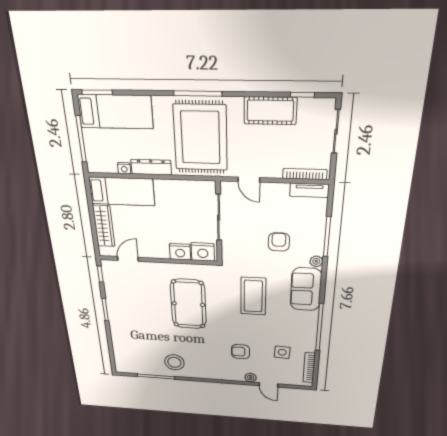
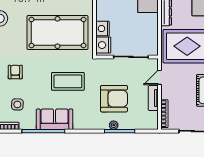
tv unit: (309, 190) -> (153, 98), moved
armchair: (279, 242) -> (114, 99), width x1.88, depth x1.88
plant: (316, 261) -> (114, 125), moved
sofa: (306, 289) -> (55, 119), moved
pool table: (188, 304) -> (57, 32), width x1.36, depth x1.32

